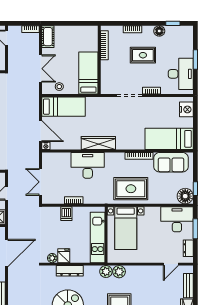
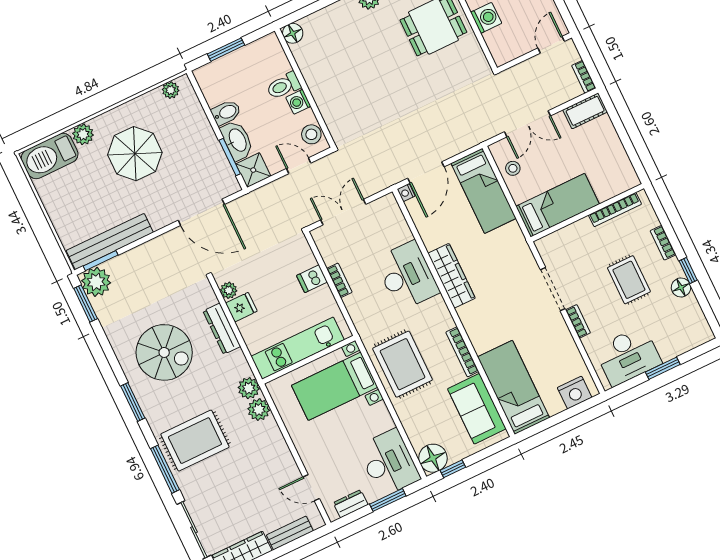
window: (173, 23) -> (688, 271), moved

